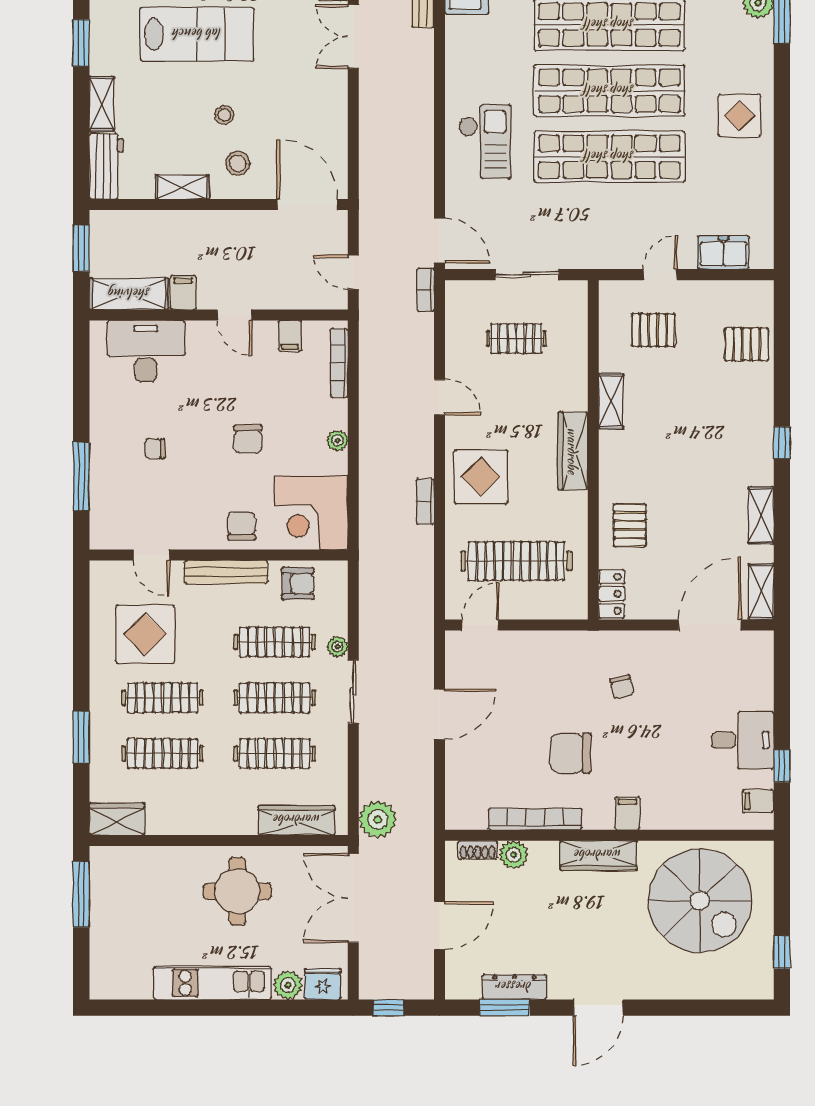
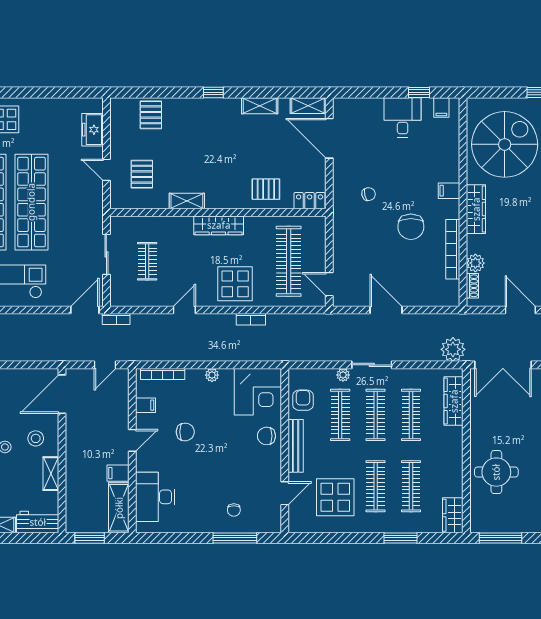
chair: (248, 439) -> (185, 432), moved
chair: (155, 449) -> (234, 510), moved
round table: (237, 891) -> (496, 472), moved

